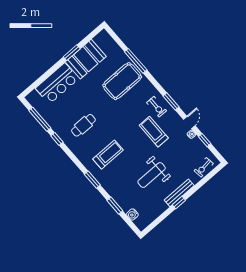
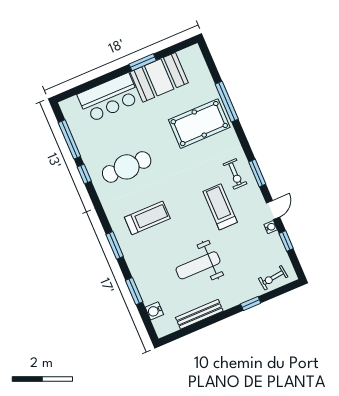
cafe table: (83, 125) -> (127, 167), width x1.37, depth x1.35
bench: (179, 193) -> (199, 314), moved
window: (179, 203) -> (251, 303), moved

